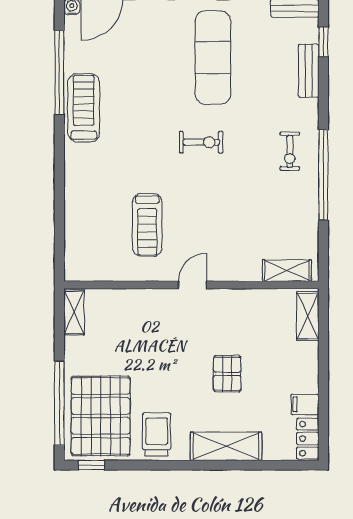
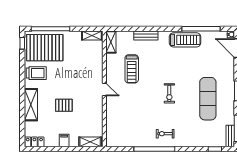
exercise mat: (213, 57) -> (208, 99), turned 90
bench: (309, 71) -> (146, 35), moved
treadmill: (147, 225) -> (132, 69), turned -90
shelving: (287, 271) -> (111, 42), moved
filing cabinet: (305, 404) -> (64, 141), moved

